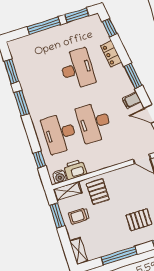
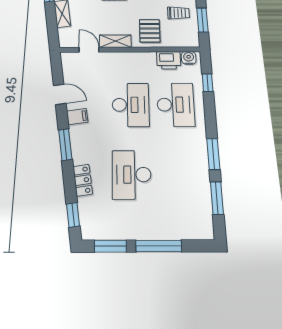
shelving: (68, 191) -> (115, 41), moved

